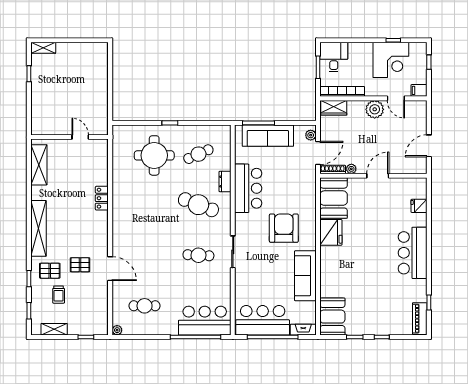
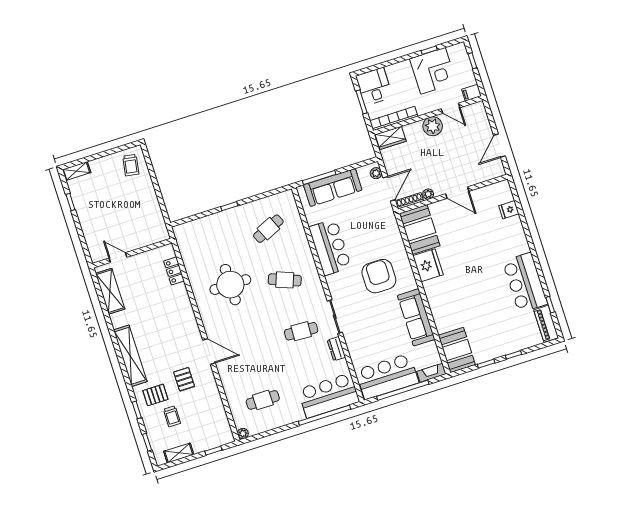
trolley: (93, 58) -> (131, 165), added
door: (80, 137) -> (118, 258), moved
round table: (154, 155) -> (230, 285), moved
door: (378, 176) -> (457, 193), swing flipped
dresser: (225, 182) -> (336, 349), moved
locker: (102, 198) -> (174, 271), moved
cafe table: (198, 205) -> (285, 280), width x0.73, depth x0.74
bar counter: (413, 253) -> (525, 283), moved
pallet: (80, 265) -> (184, 379), turned 90
door: (110, 269) -> (209, 352), moved

